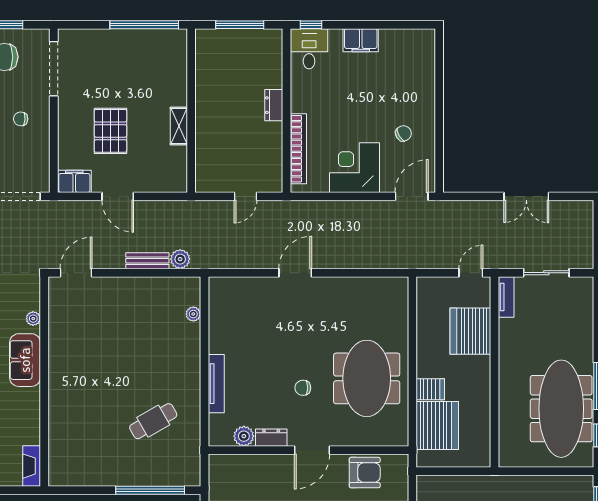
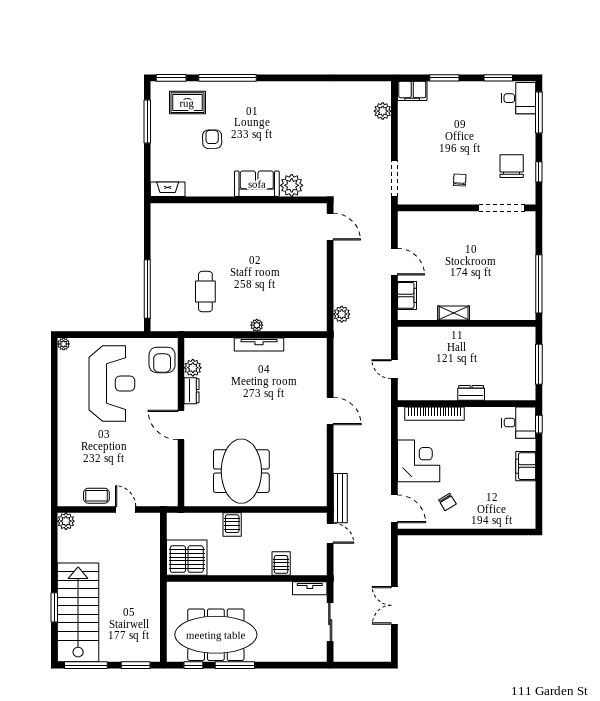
pallet: (110, 131) -> (450, 256), removed
filing cabinet: (74, 181) -> (407, 295), moved
door: (118, 196) -> (394, 262), swing flipped
bench: (147, 261) -> (340, 498), moved, width x1.36
door: (471, 273) -> (330, 533), moved
plant: (193, 314) -> (257, 325), moved
plant: (33, 319) -> (292, 185), width x1.88, depth x1.88
server rack: (470, 331) -> (281, 563), width x0.46, depth x0.70
meeting table: (367, 378) -> (241, 471), turned 90
tv unit: (216, 384) -> (259, 345), moved
chair: (303, 388) -> (233, 417), removed
cafe table: (153, 421) -> (205, 292), turned 30
server rack: (437, 426) -> (187, 558), moved, turned 180
armchair: (365, 473) -> (162, 360), moved

